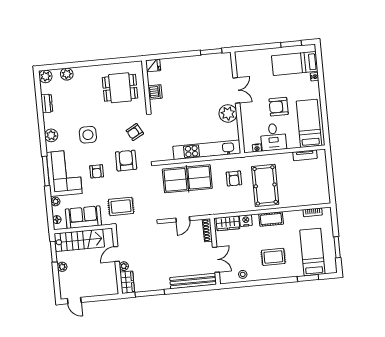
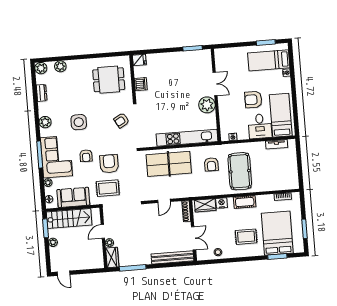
desk: (273, 137) -> (260, 126), moved
armchair: (126, 161) -> (109, 164), moved
bed: (312, 252) -> (277, 233), width x1.50

